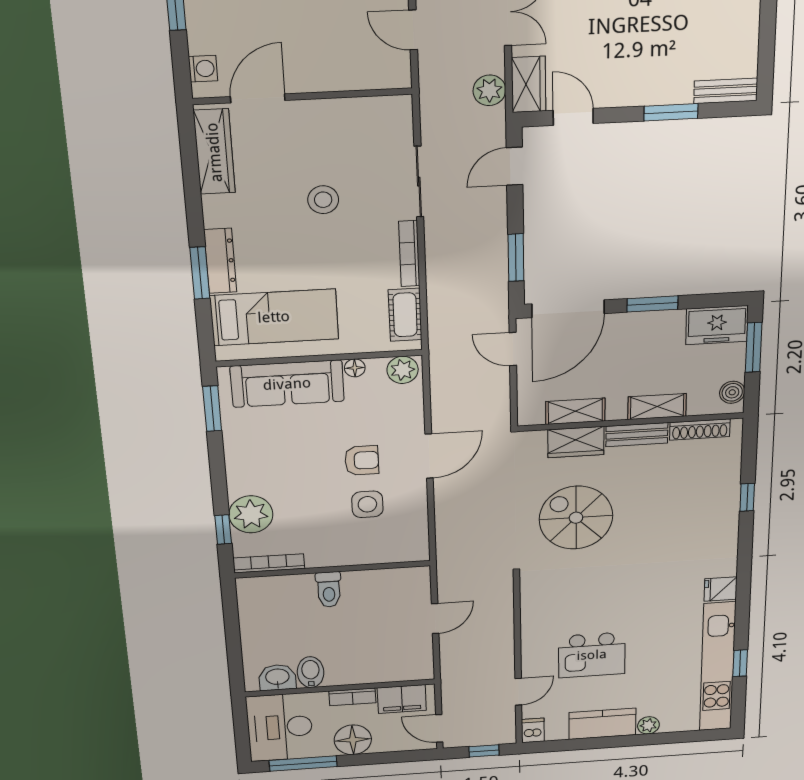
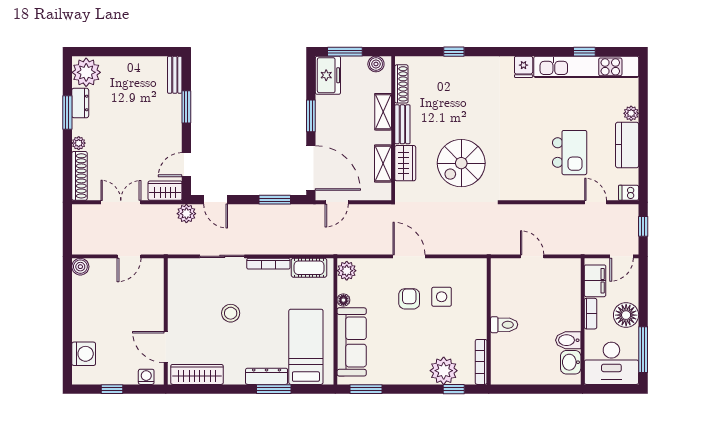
plant: (489, 90) -> (186, 214), moved

